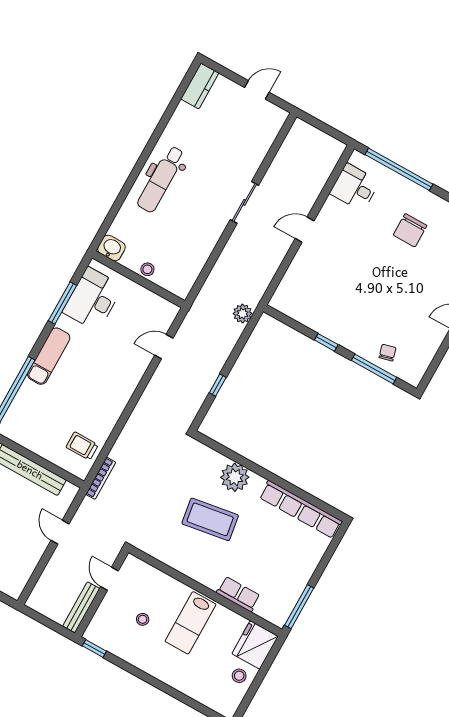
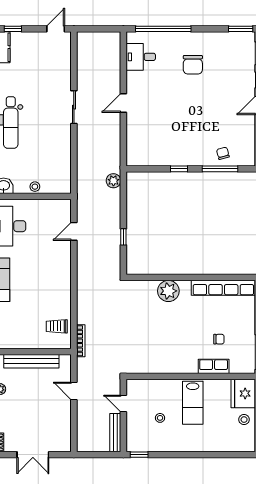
window: (224, 72) -> (13, 29), added
door: (257, 90) -> (56, 29), moved
coffee table: (210, 519) -> (168, 328), removed
chair: (262, 566) -> (219, 339), added

